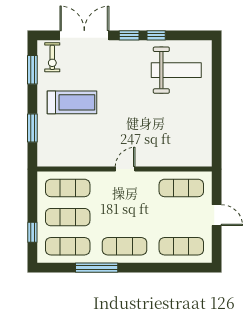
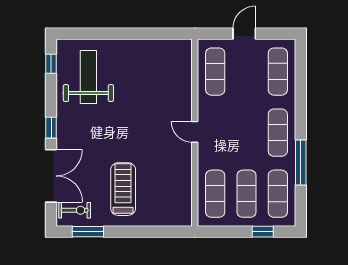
double door: (84, 35) -> (51, 176), swing flipped
window: (156, 35) -> (51, 64), moved
window: (32, 128) -> (151, 232), removed

